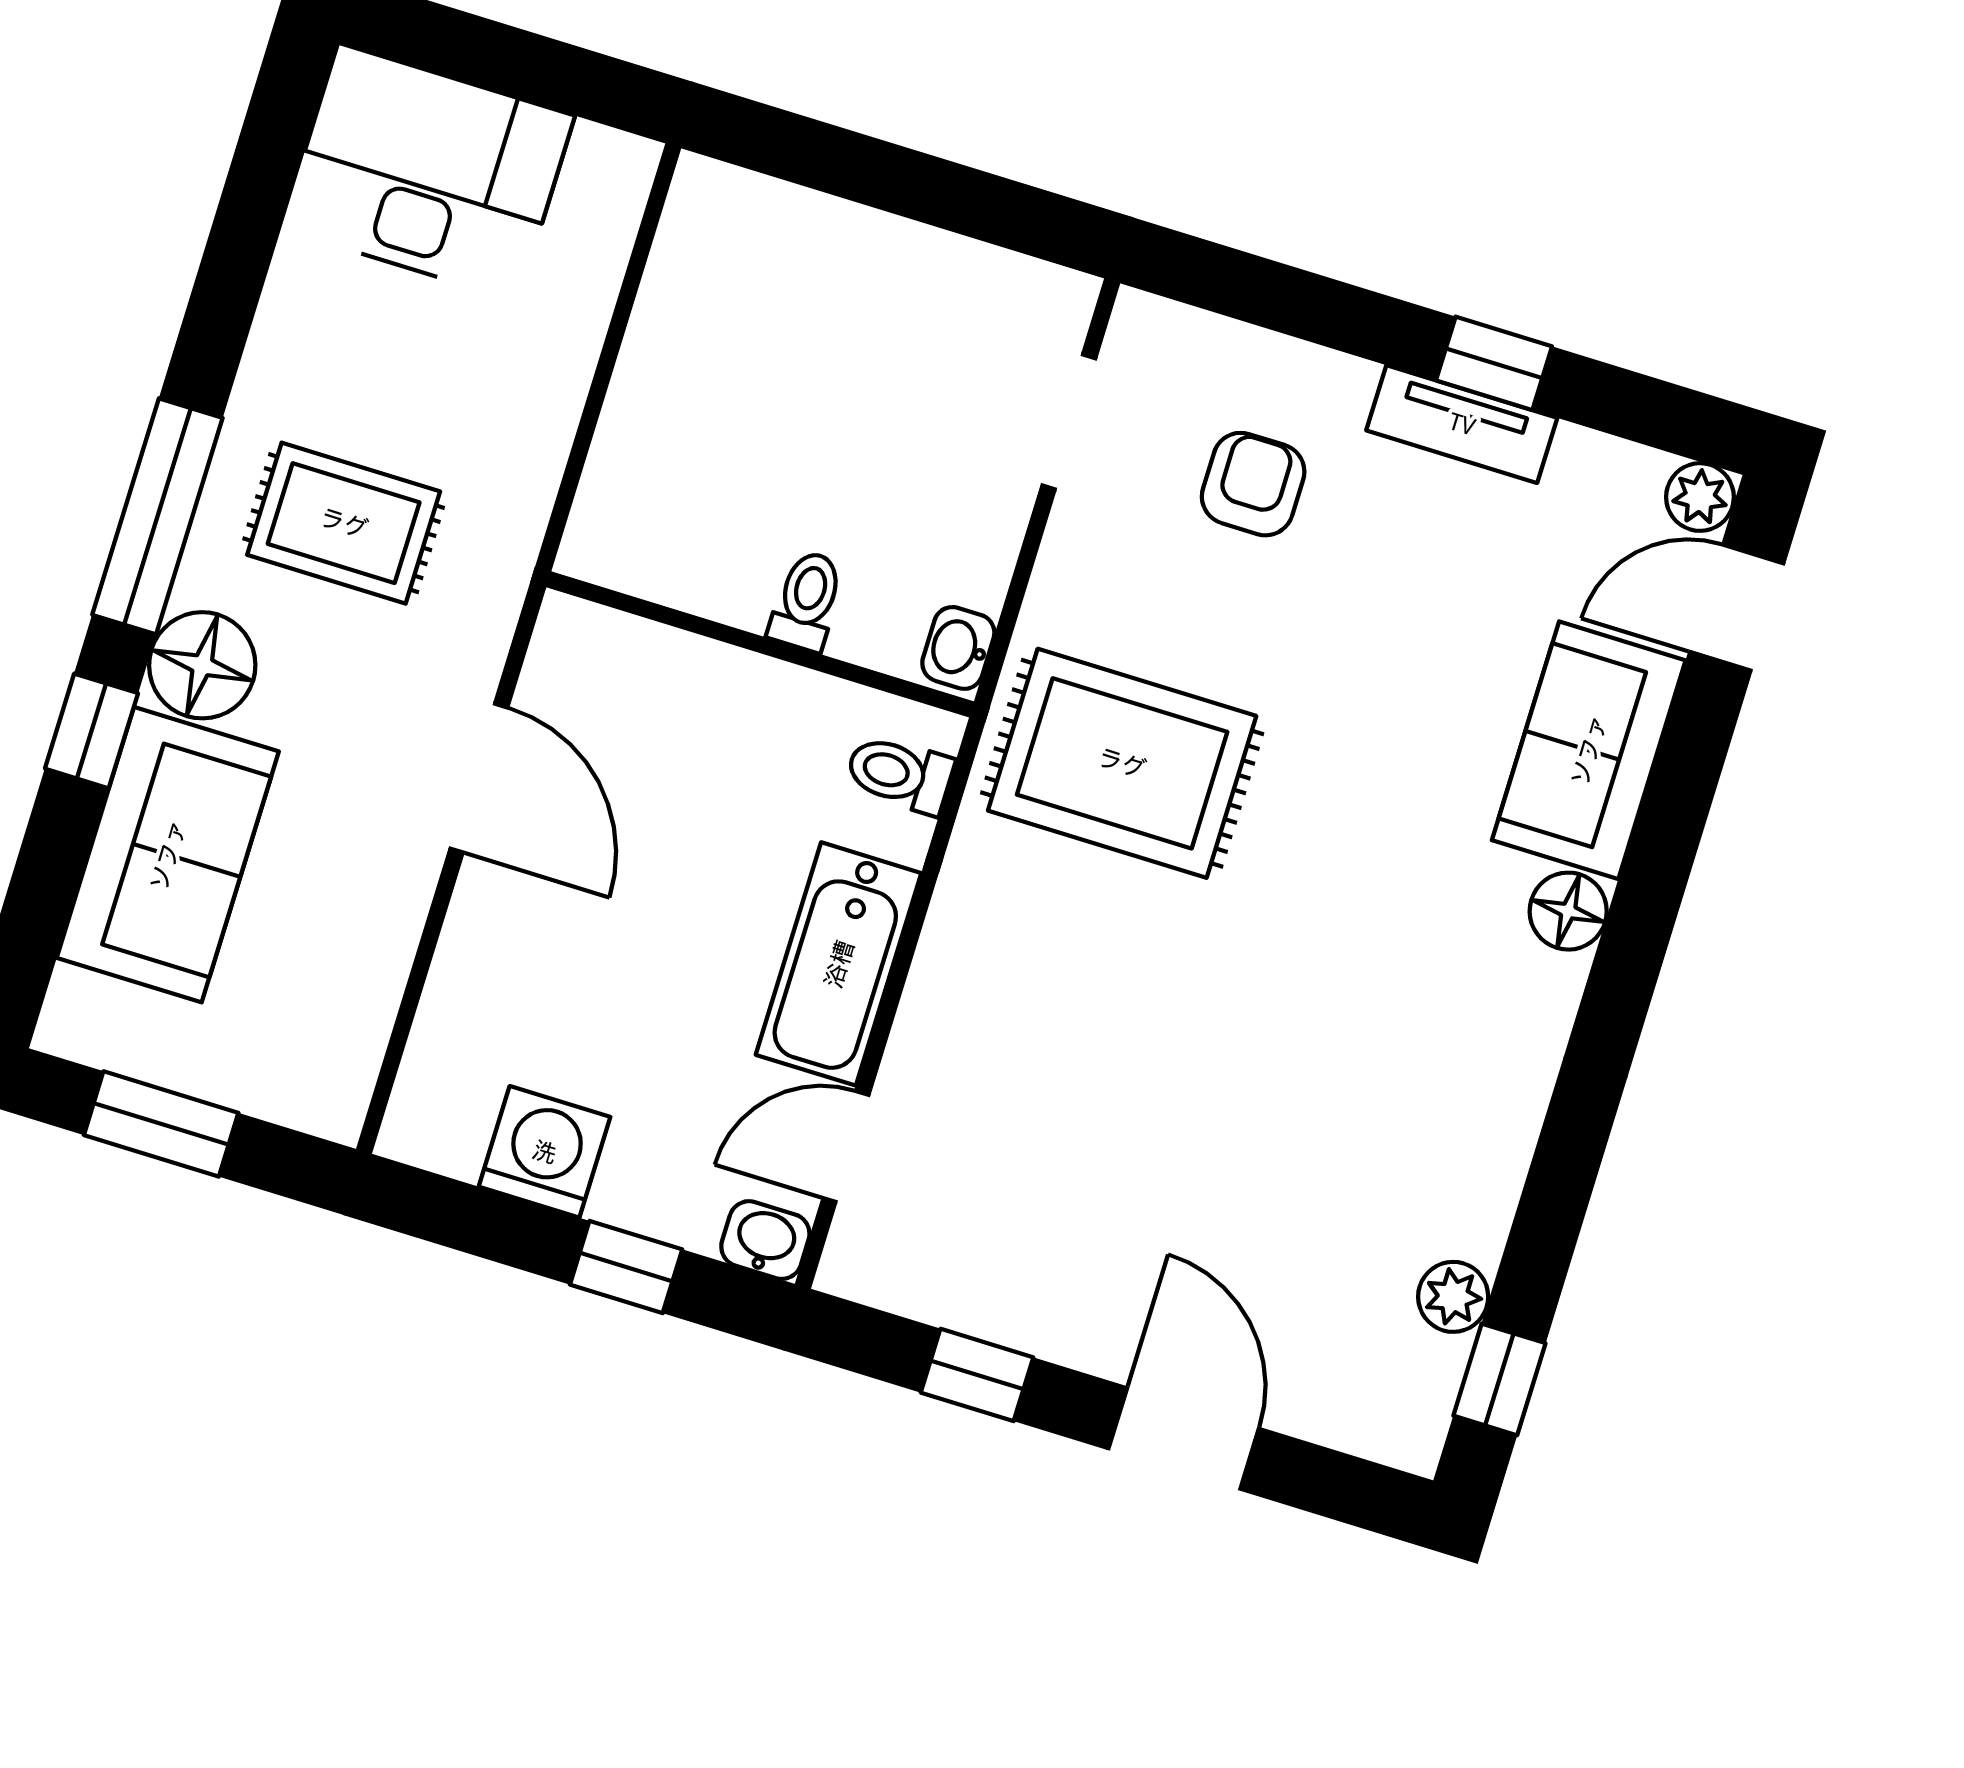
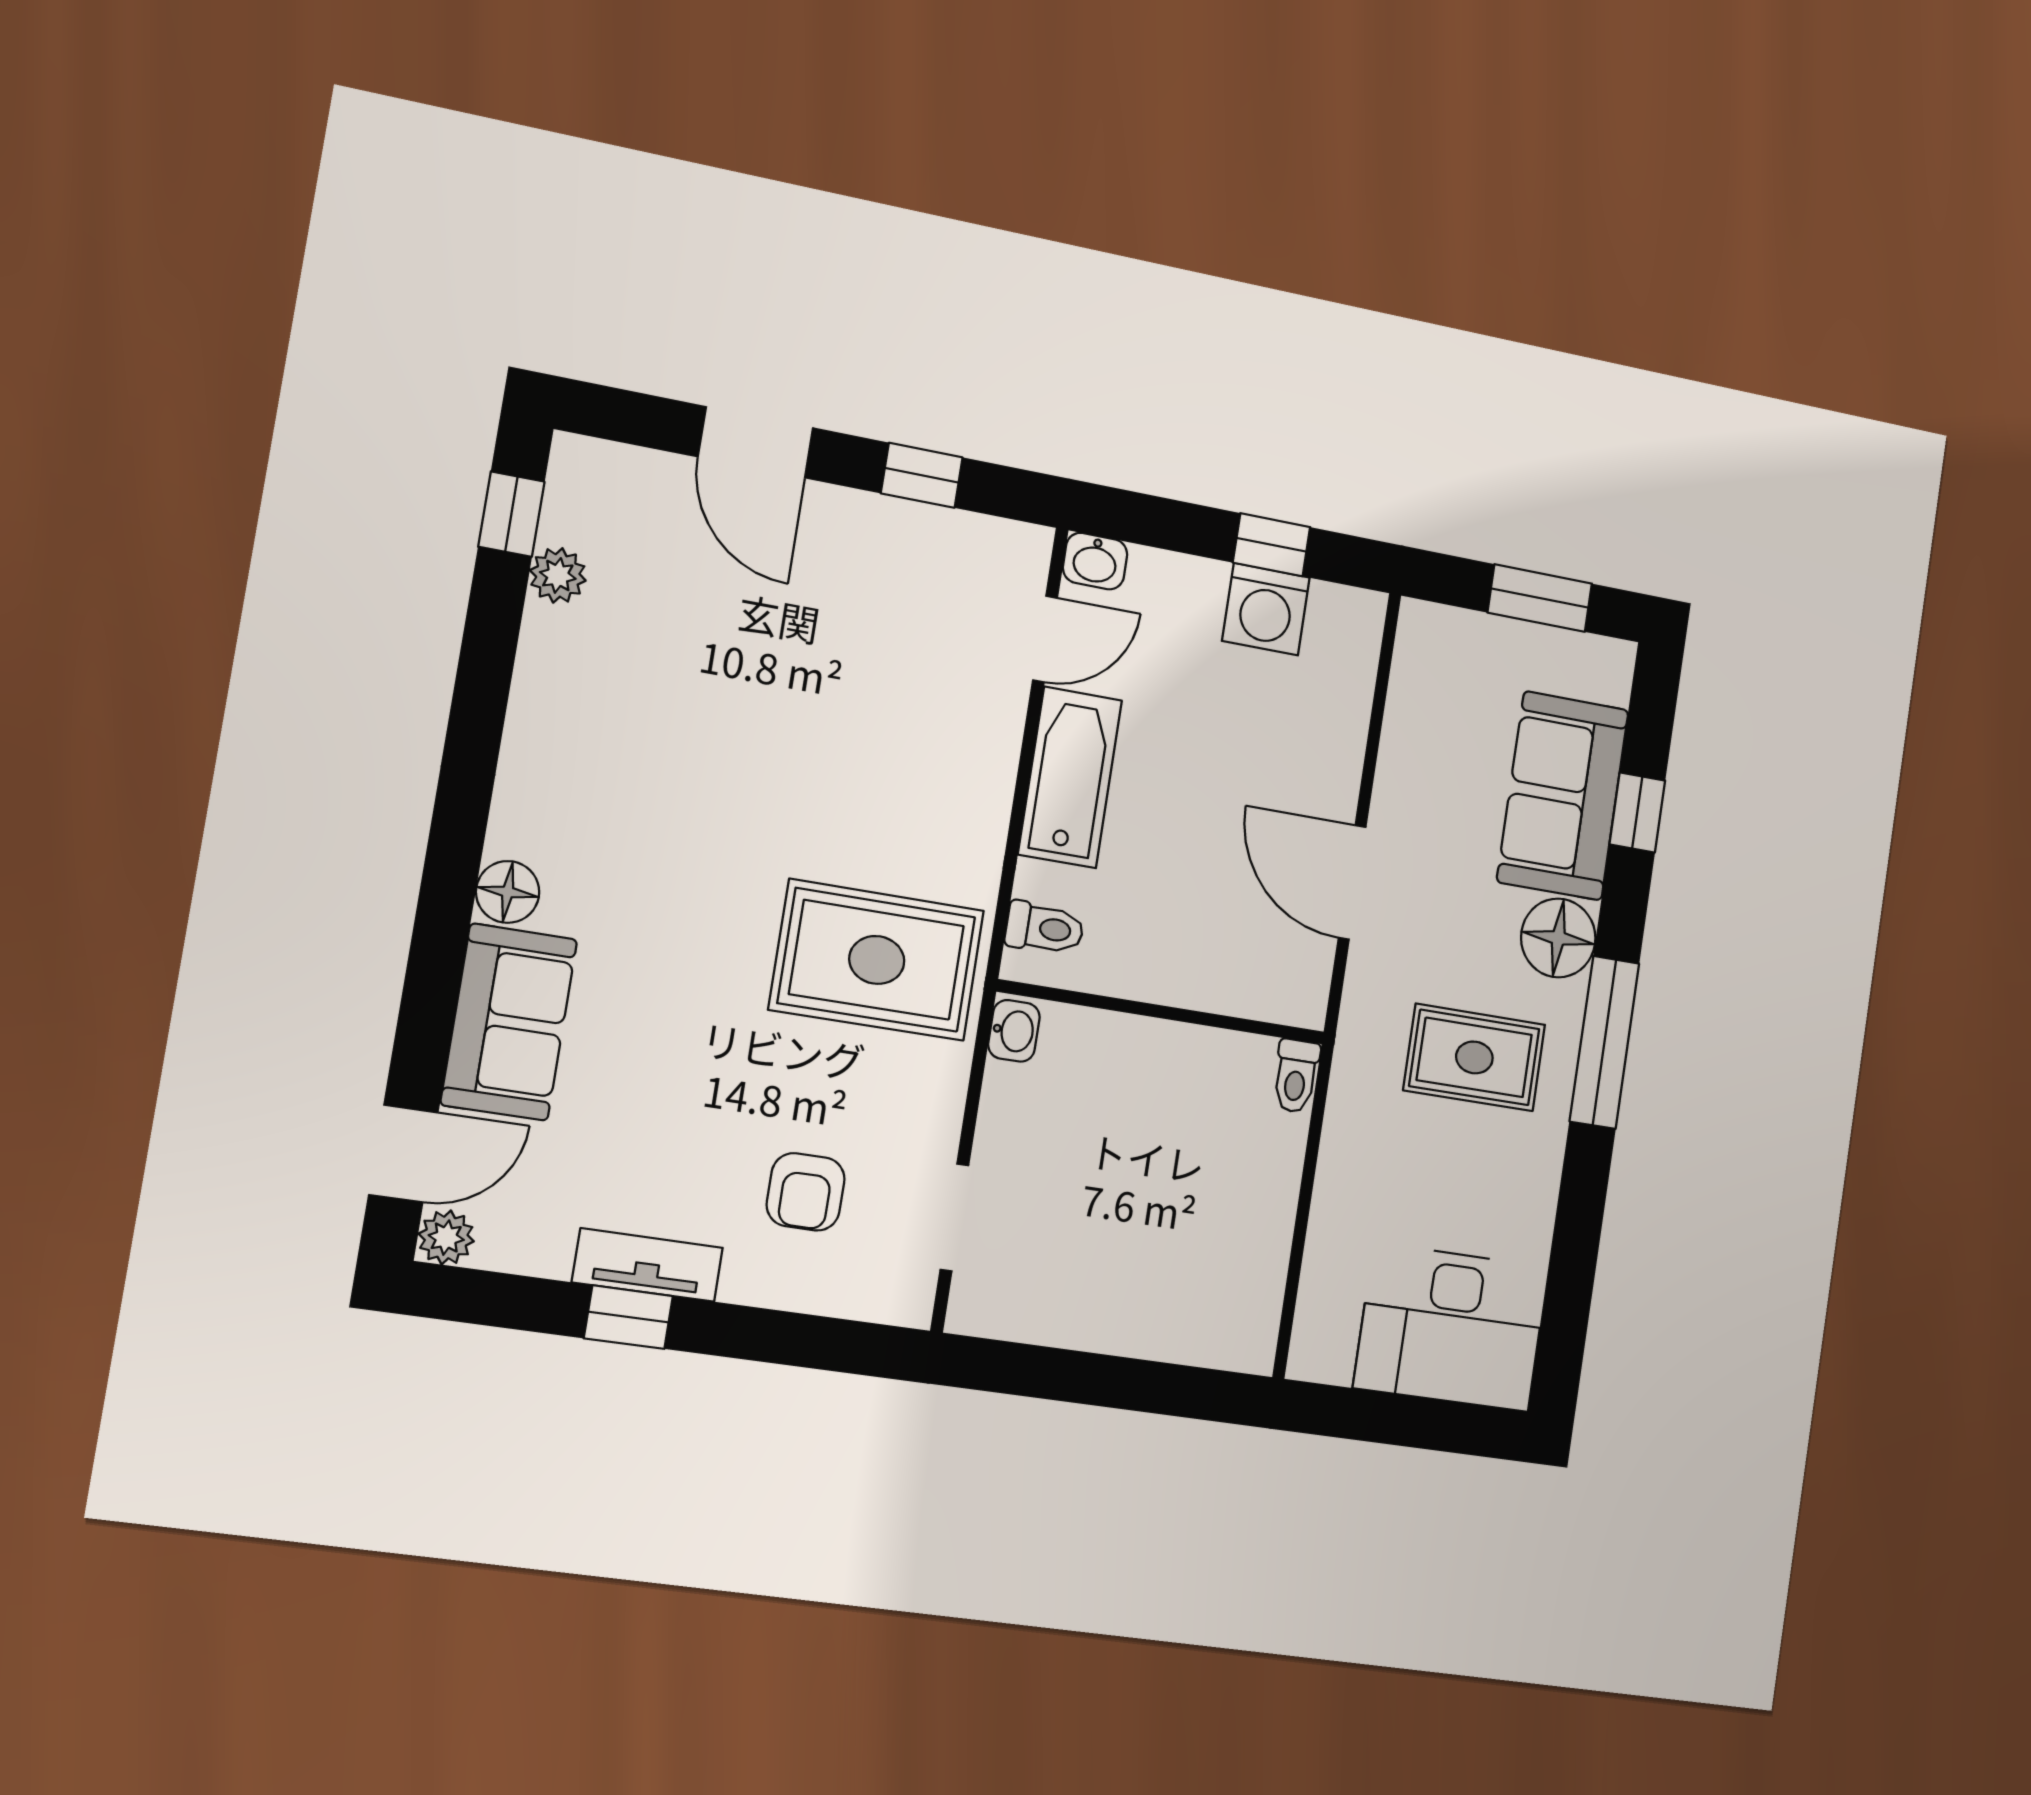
toilet: (807, 601) -> (1296, 1076), moved
window: (91, 731) -> (1637, 812), moved
window: (626, 1267) -> (1272, 545), moved

